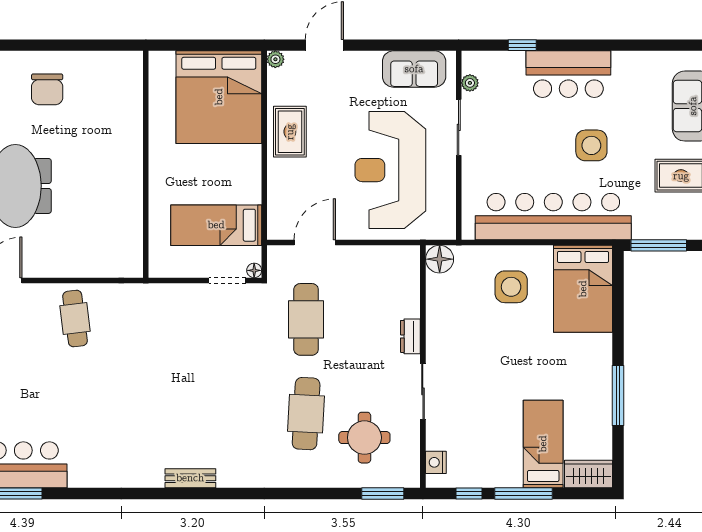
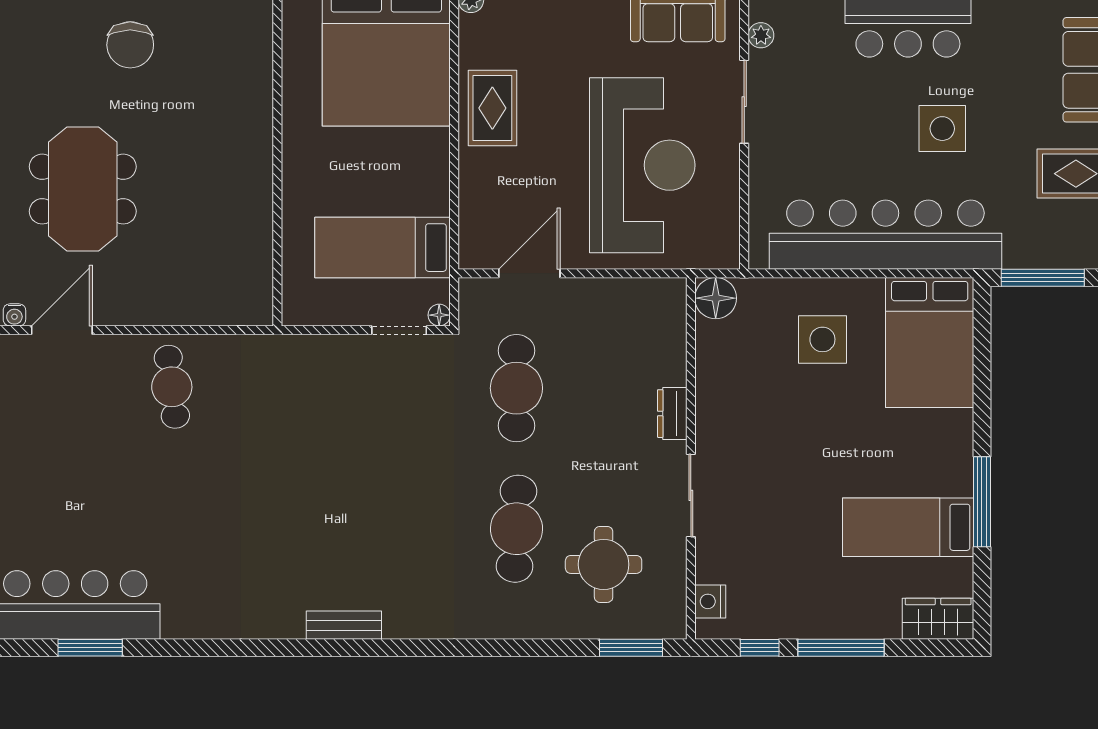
reception desk: (390, 170) -> (642, 165), turned 180
bed: (543, 444) -> (908, 527), moved, turned -90

